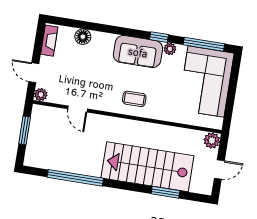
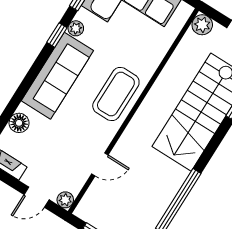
sofa: (138, 52) -> (57, 76), width x1.36
coffee table: (134, 99) -> (116, 94), width x1.86, depth x1.72

